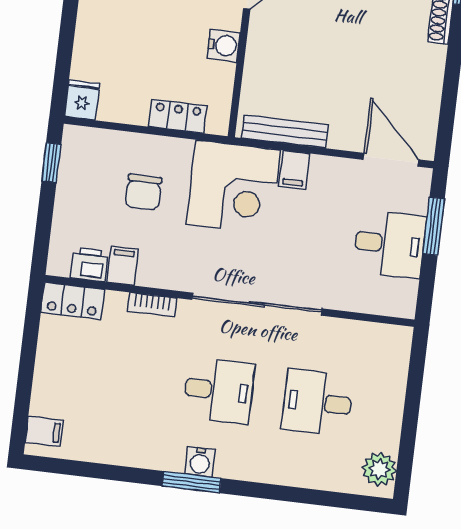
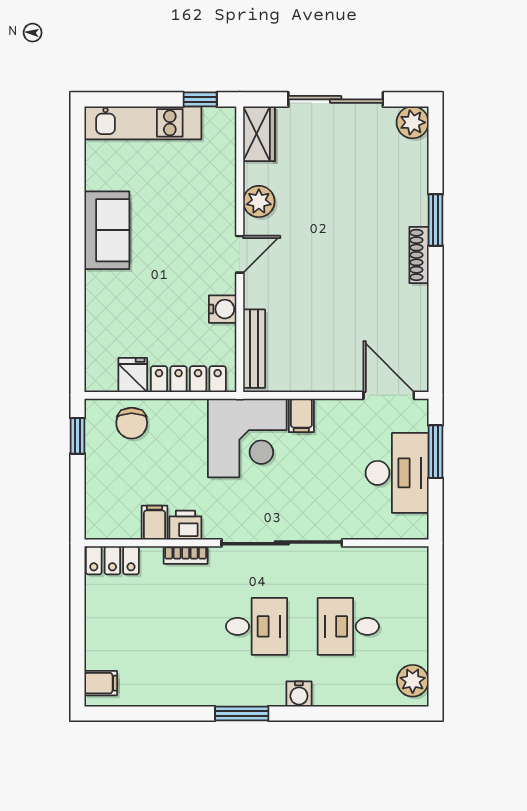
fridge: (82, 100) -> (133, 375), moved
locker: (178, 116) -> (188, 379), width x1.53
bench: (285, 131) -> (254, 349), moved, turned 90
chair: (144, 192) -> (132, 423), moved
desk: (390, 244) -> (397, 473), width x1.37
printer: (89, 264) -> (185, 525), moved
water cooler: (200, 462) -> (299, 694), moved

